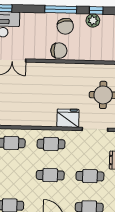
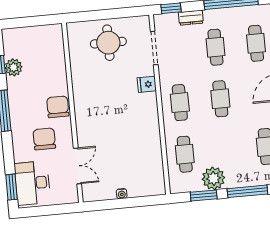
chair: (65, 26) -> (44, 139), moved, turned -79
fridge: (68, 118) -> (147, 84), width x0.53, depth x0.75

